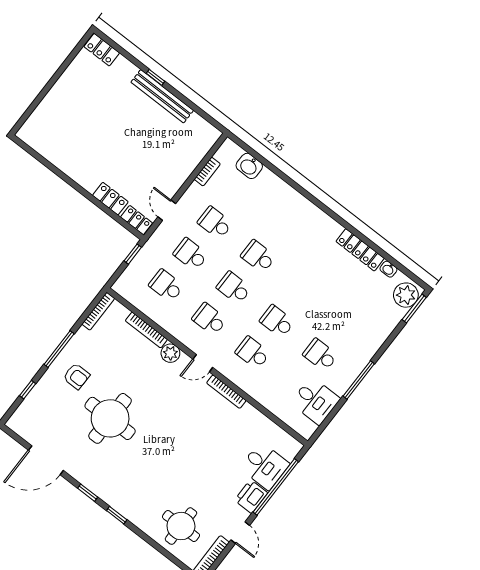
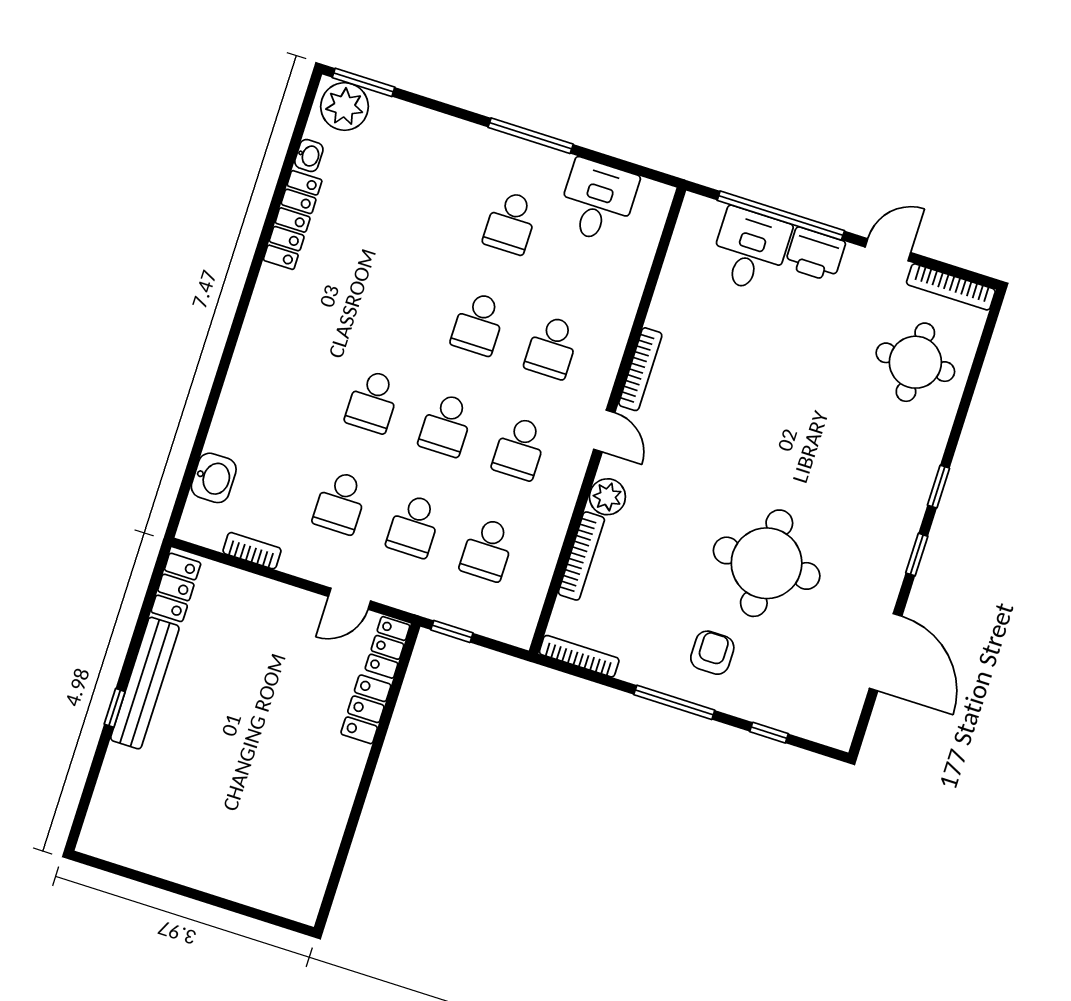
locker: (102, 50) -> (176, 587), moved

